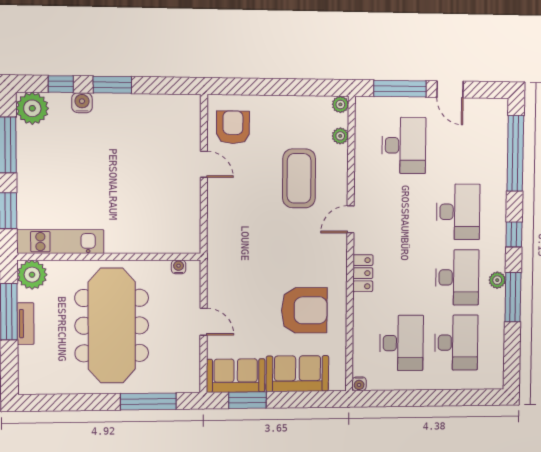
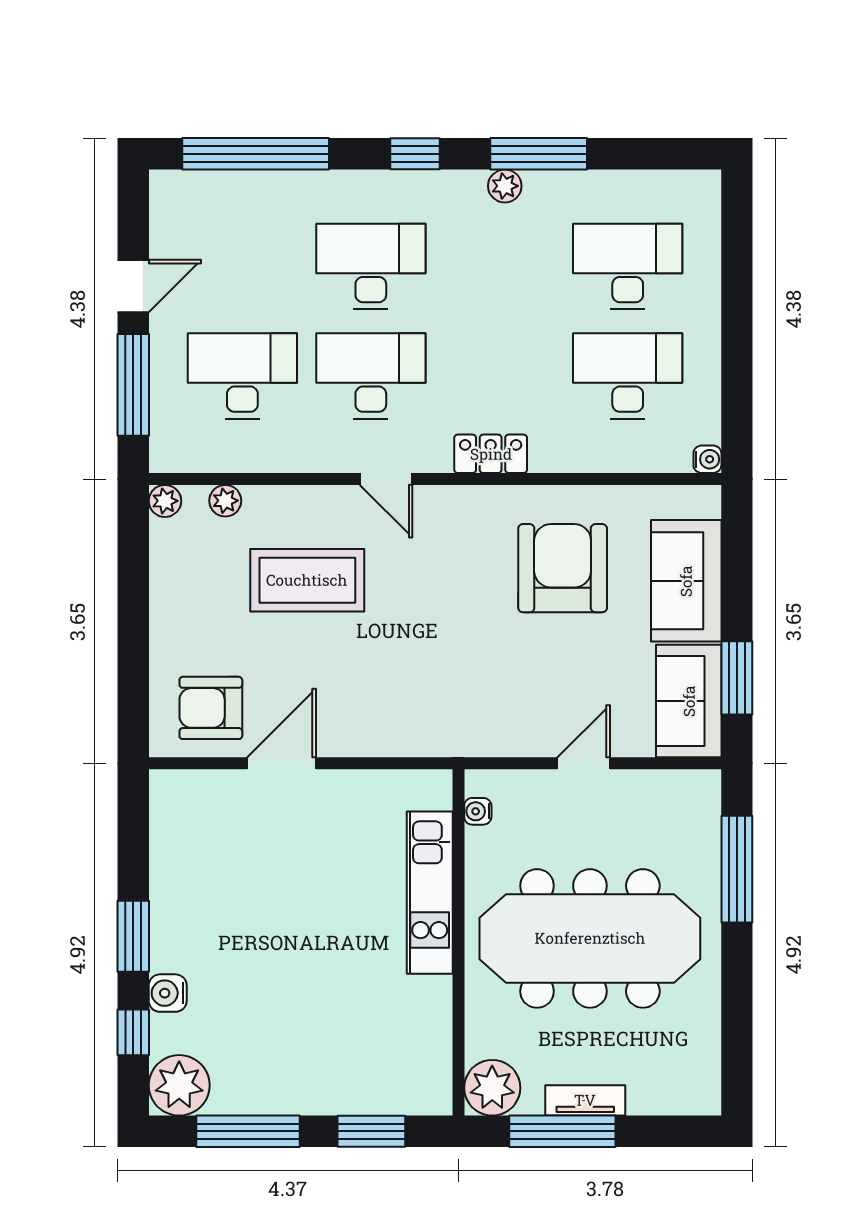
door: (204, 164) -> (282, 763), width x1.37
kitchen unit: (60, 242) -> (430, 893), moved
desk: (457, 277) -> (371, 376), moved

